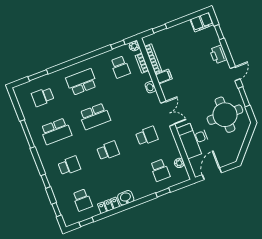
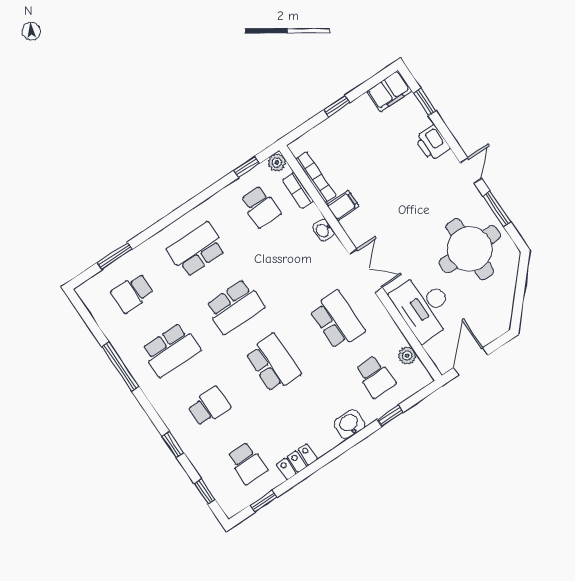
window: (160, 29) -> (337, 106), moved
school desk: (147, 136) -> (337, 320), width x1.85
school desk: (108, 151) -> (273, 363), width x1.85
washbasin: (126, 198) -> (350, 424), moved

